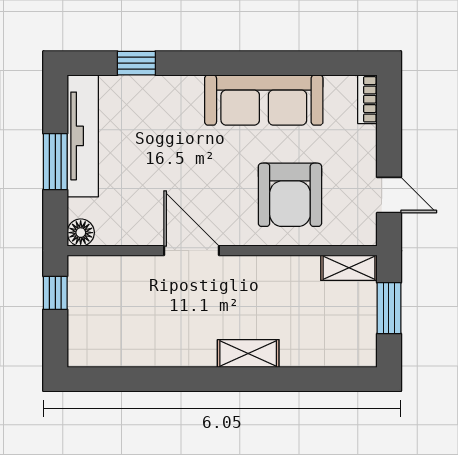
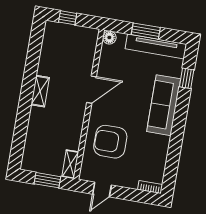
sofa: (264, 100) -> (164, 105), moved
window: (55, 293) -> (68, 18), moved
shelving: (248, 353) -> (40, 91), moved

